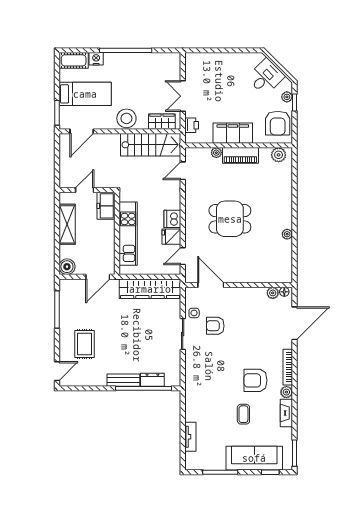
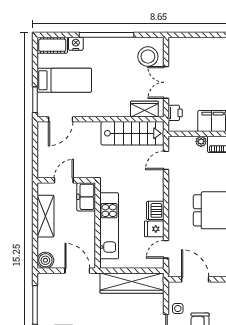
stool: (126, 118) -> (148, 57), moved
door: (98, 277) -> (77, 271), swing flipped

